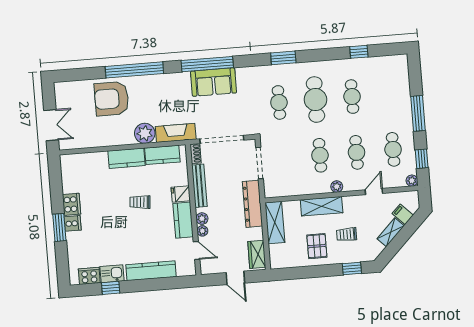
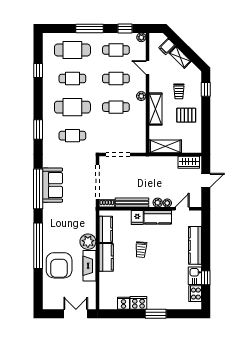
cafe table: (389, 94) -> (72, 50), added
fireplace: (176, 133) -> (90, 266), moved
dresser: (252, 204) -> (149, 163), removed
cooker: (73, 223) -> (124, 303), moved

